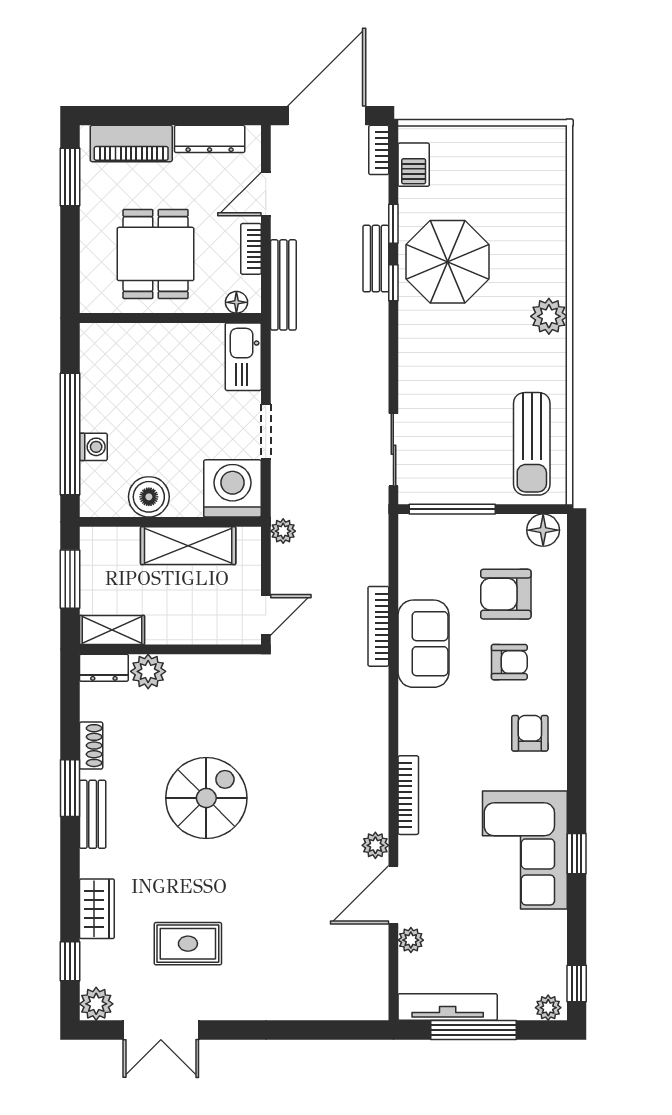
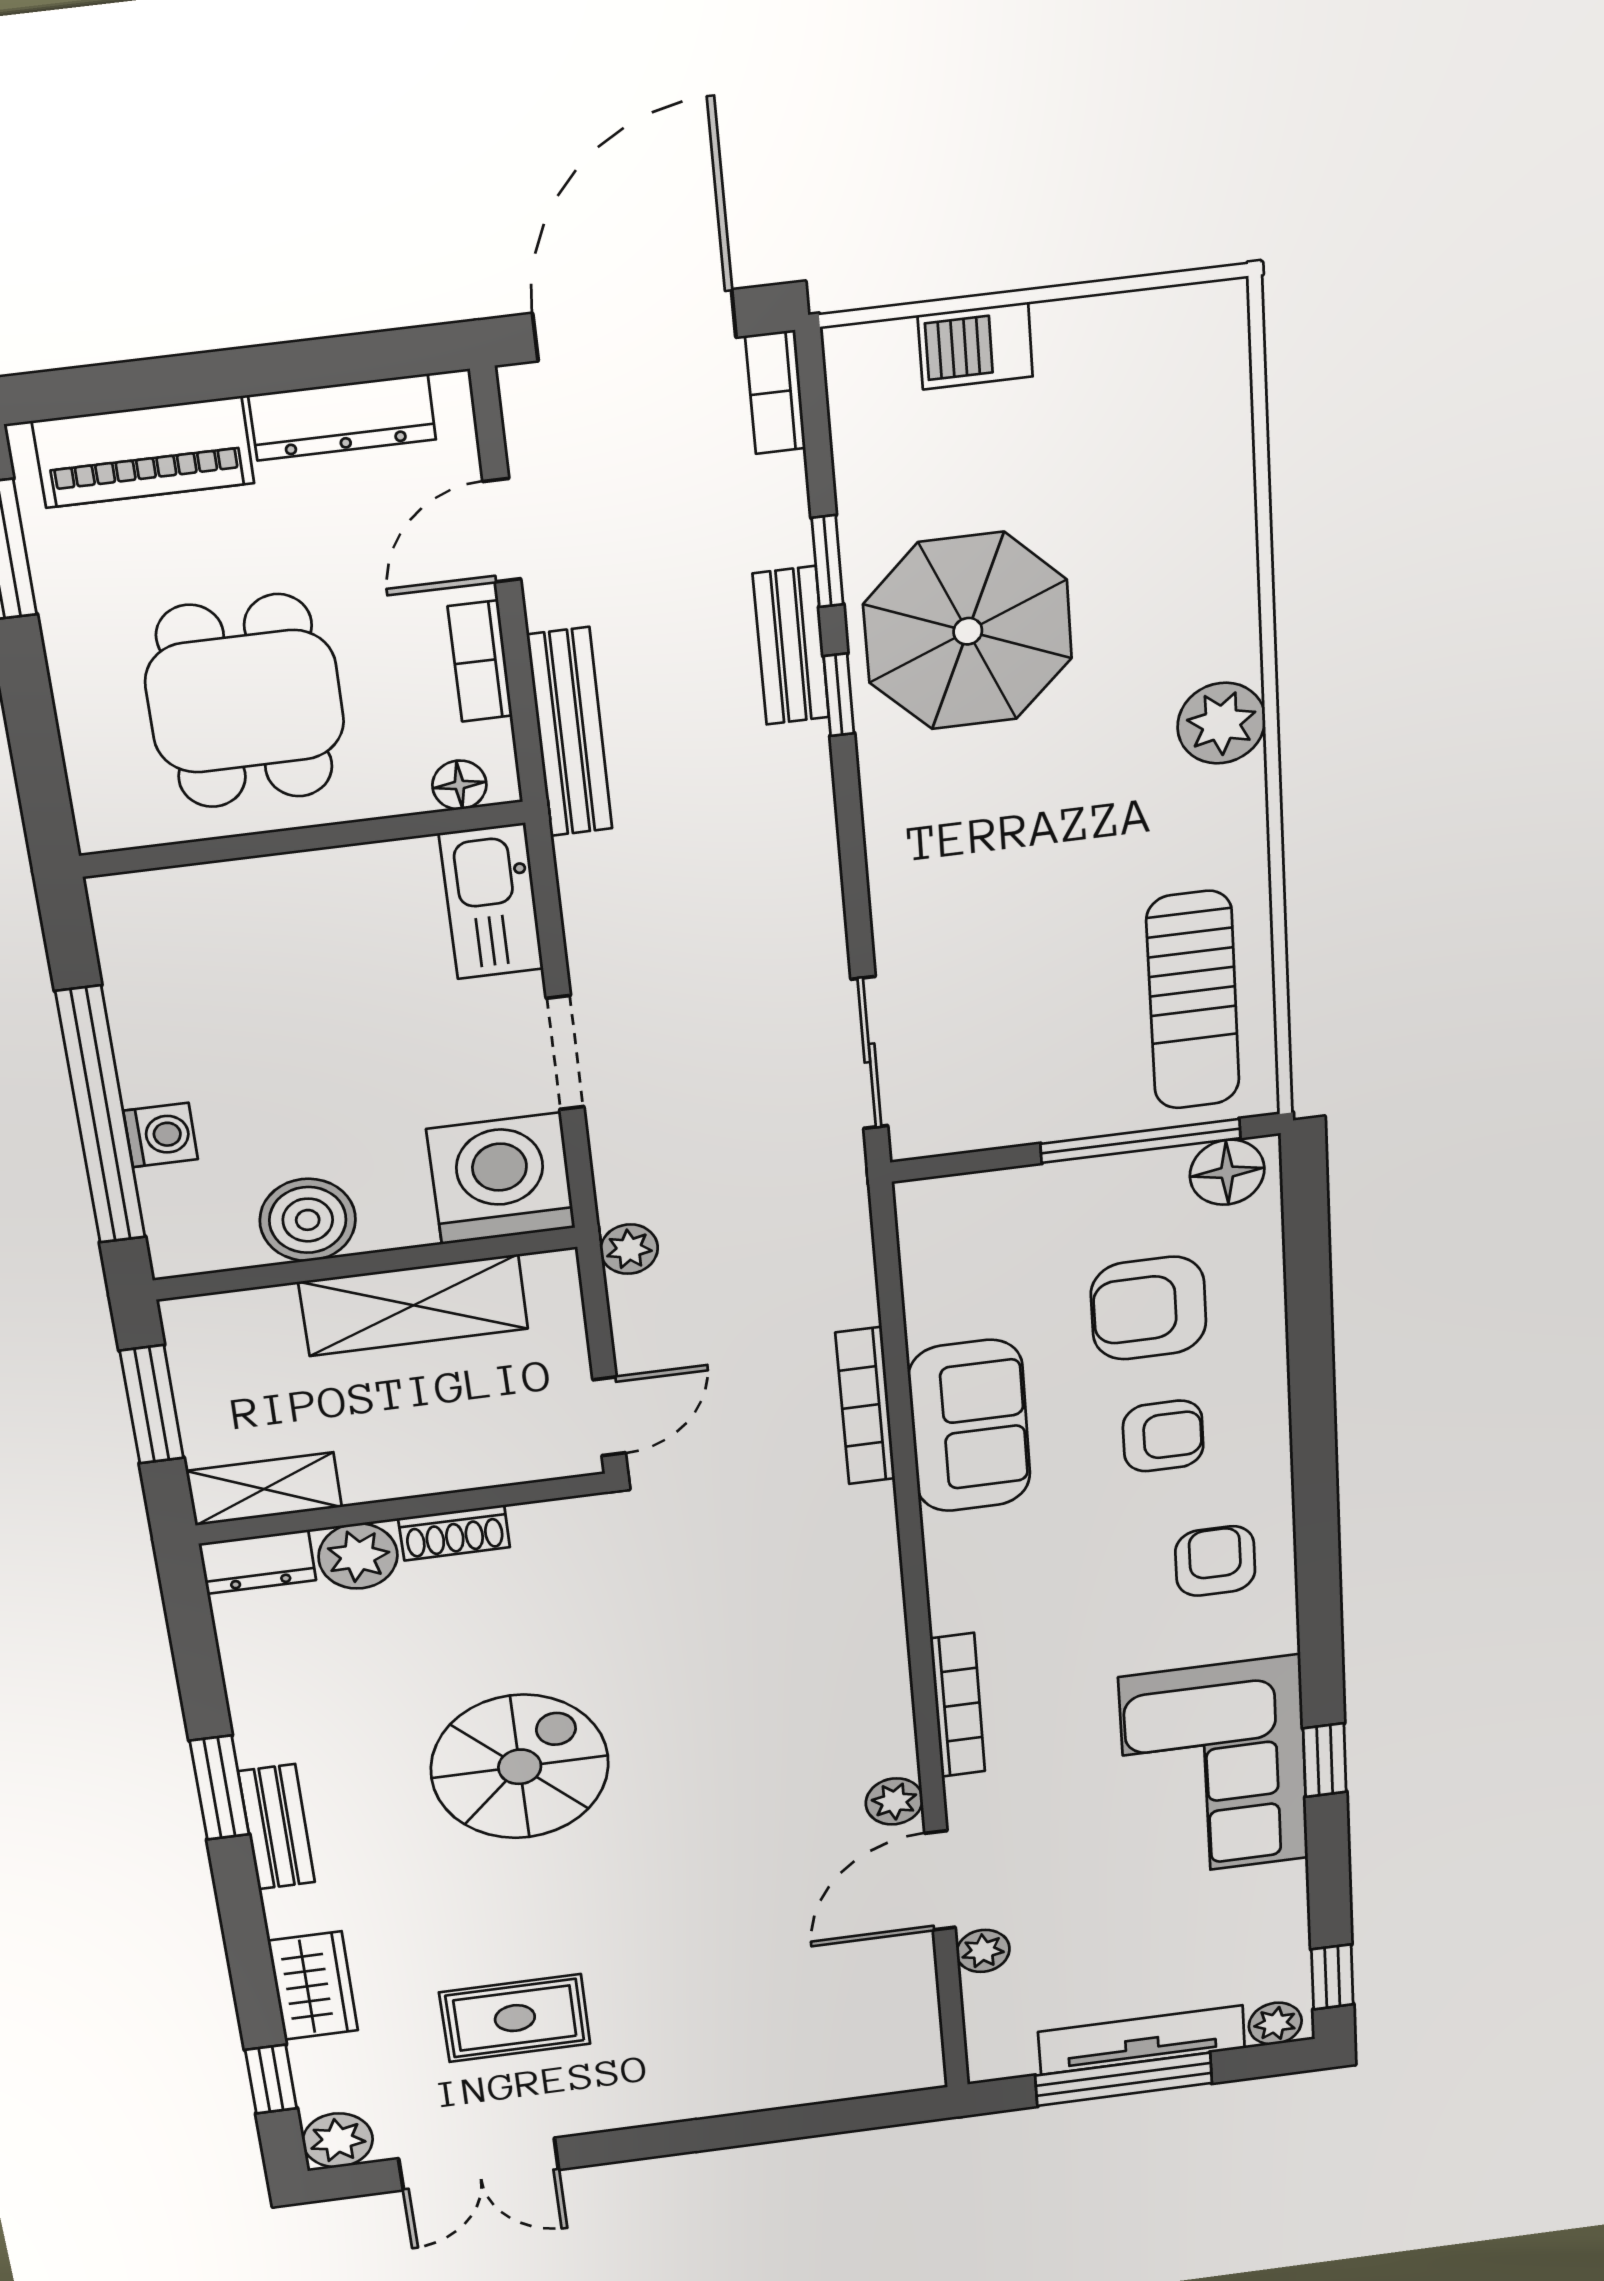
barbecue: (414, 165) -> (975, 346), moved, turned 90
window: (452, 509) -> (1141, 1141), moved
shoe rack: (91, 746) -> (454, 1533), moved, turned 90
tv unit: (448, 1007) -> (1142, 2040), moved

